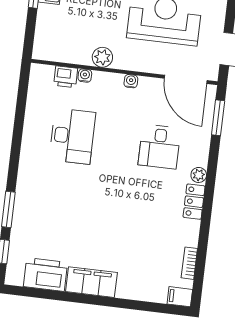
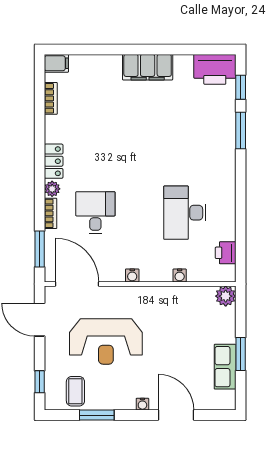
plant: (102, 57) -> (226, 296), moved
printer: (66, 77) -> (226, 253), moved, turned -90
bookcase: (203, 151) -> (51, 213), added
printer: (46, 274) -> (215, 69), moved

